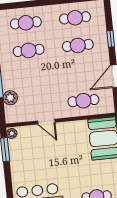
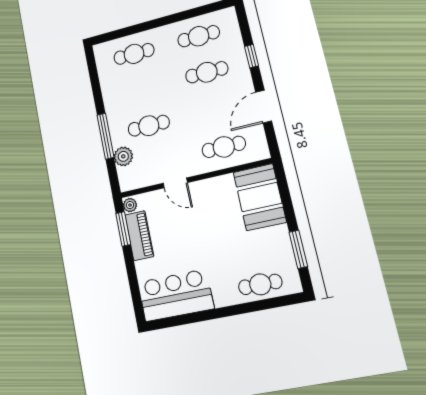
cafe table: (29, 50) -> (149, 126), moved
piano: (16, 156) -> (139, 236), added

